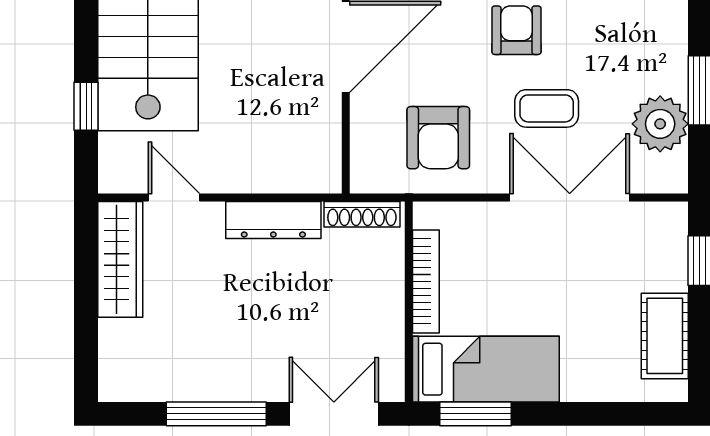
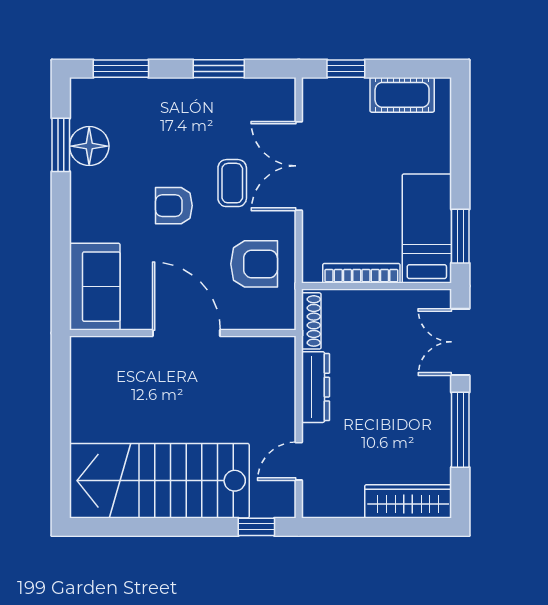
window: (86, 106) -> (256, 527), moved
plant: (660, 124) -> (244, 98), removed
wardrobe: (120, 259) -> (408, 501), moved

